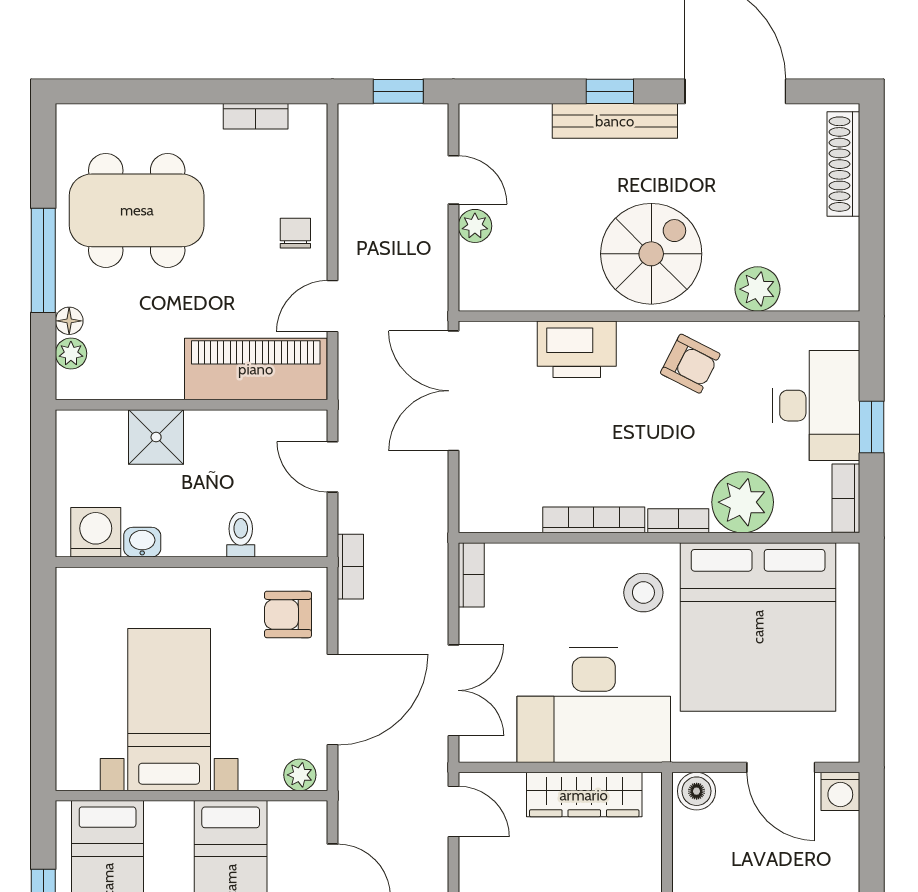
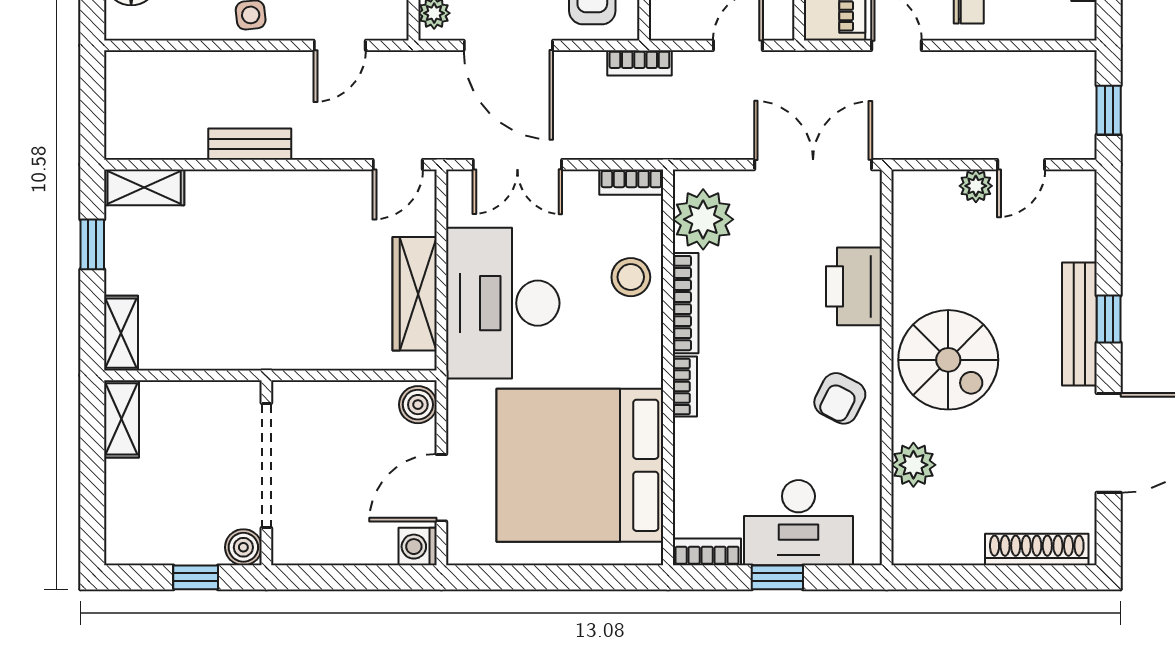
plant: (743, 502) -> (703, 219), moved
stool: (643, 593) -> (631, 277), moved

